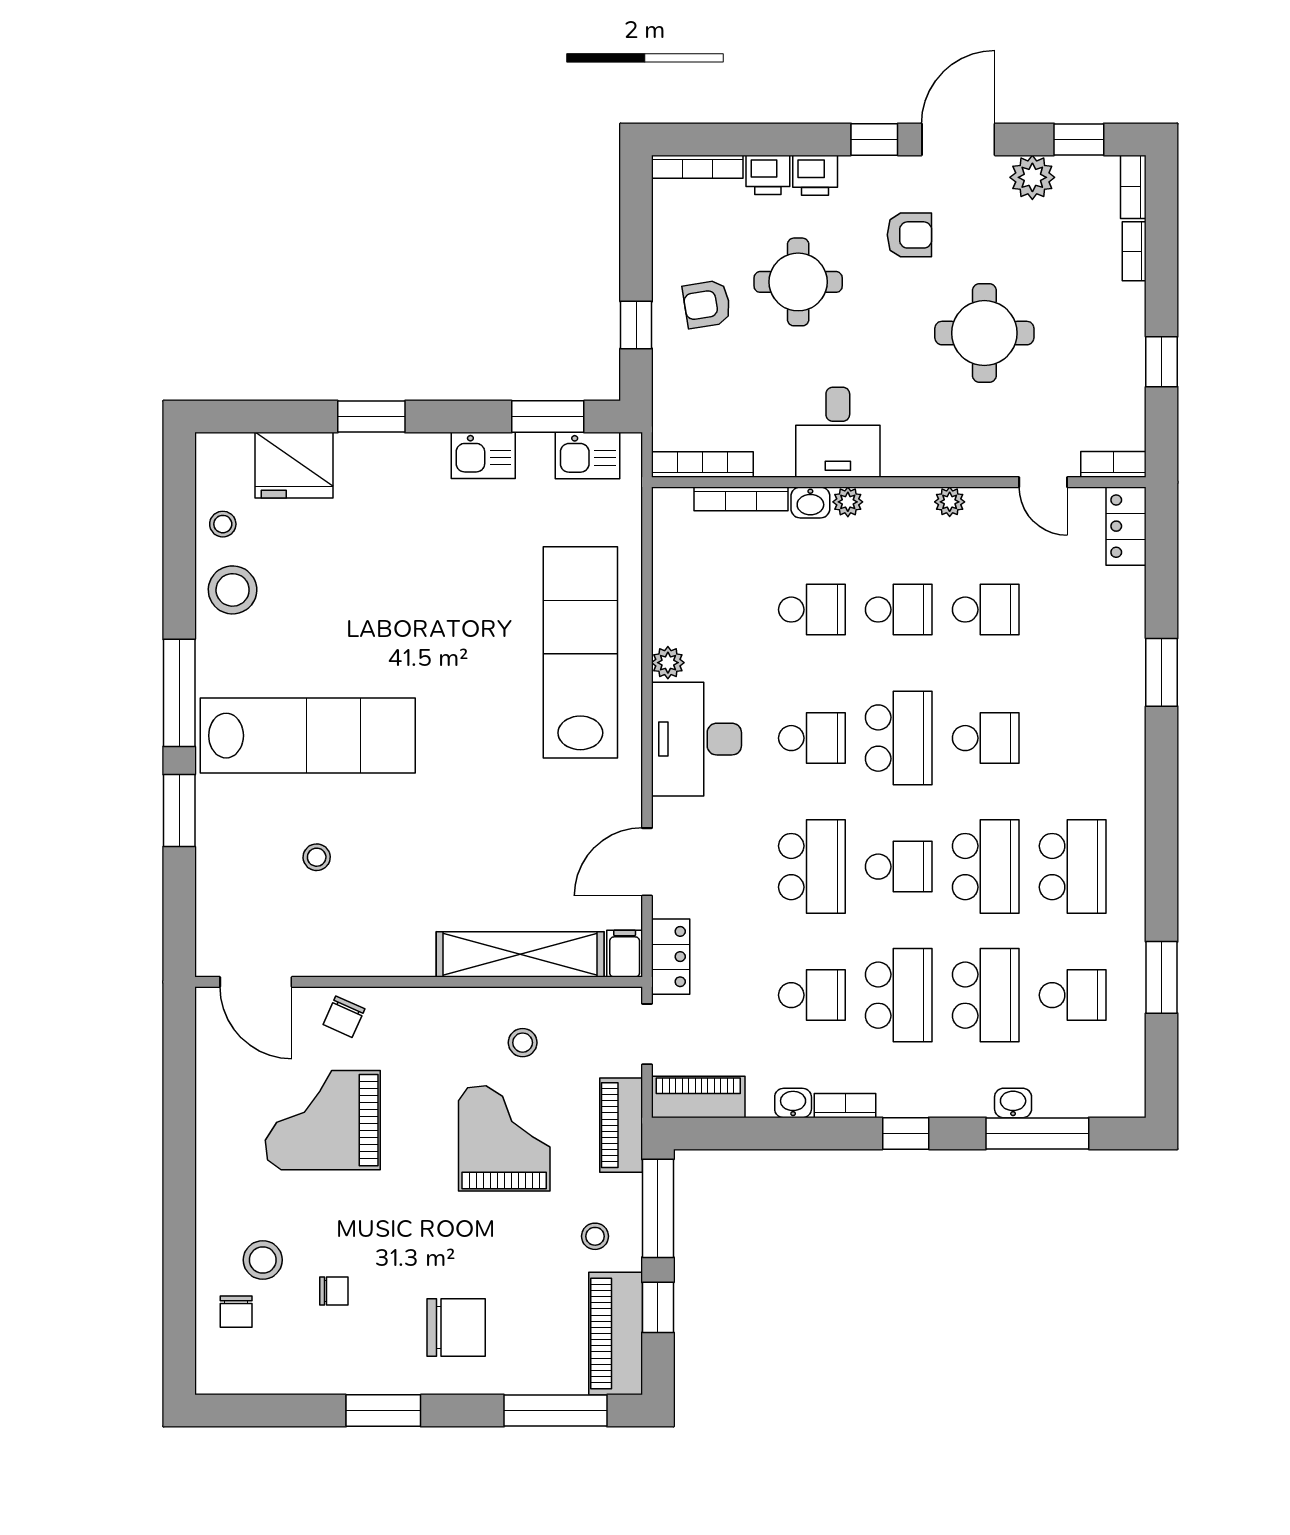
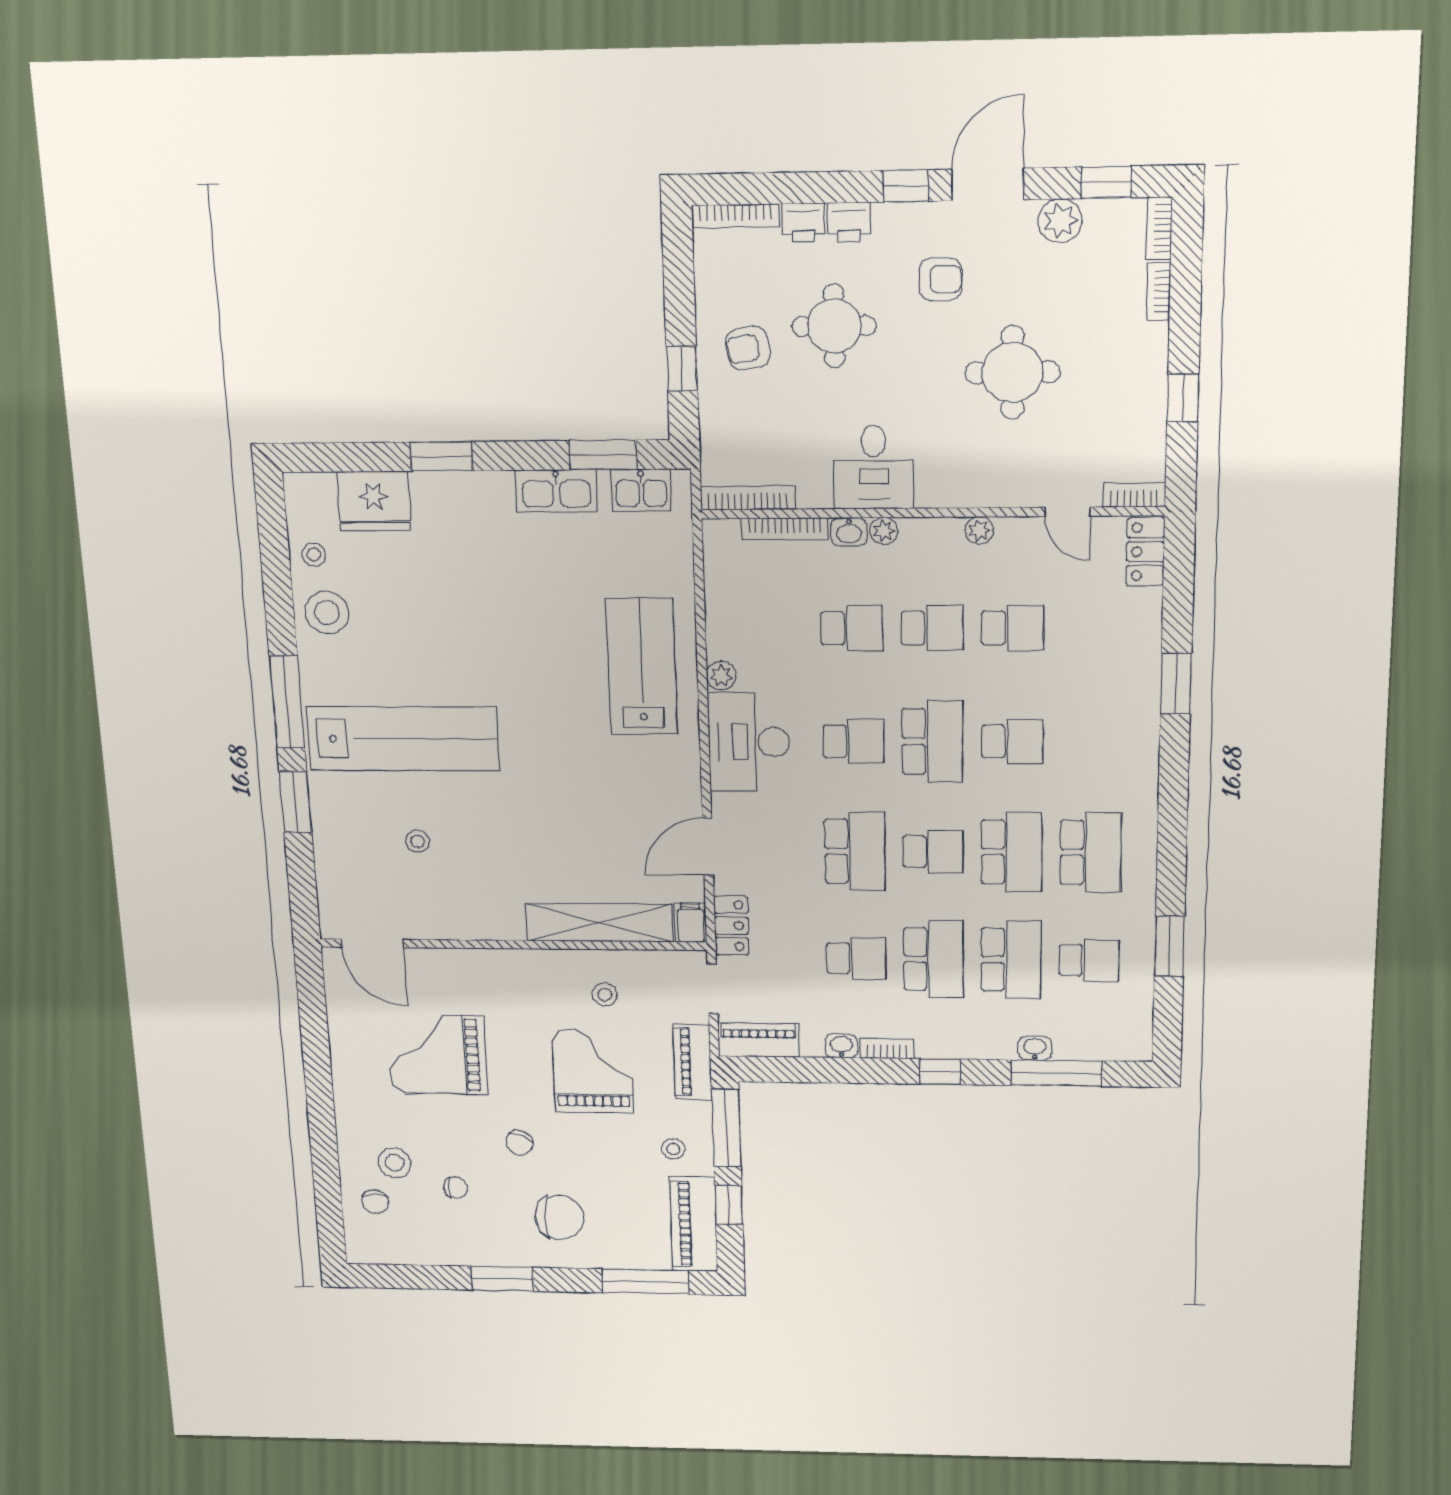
kitchen sink: (483, 455) -> (556, 491), width x1.38
lab bench: (580, 652) -> (642, 667), width x0.73
chair: (344, 1017) -> (519, 1143), moved

